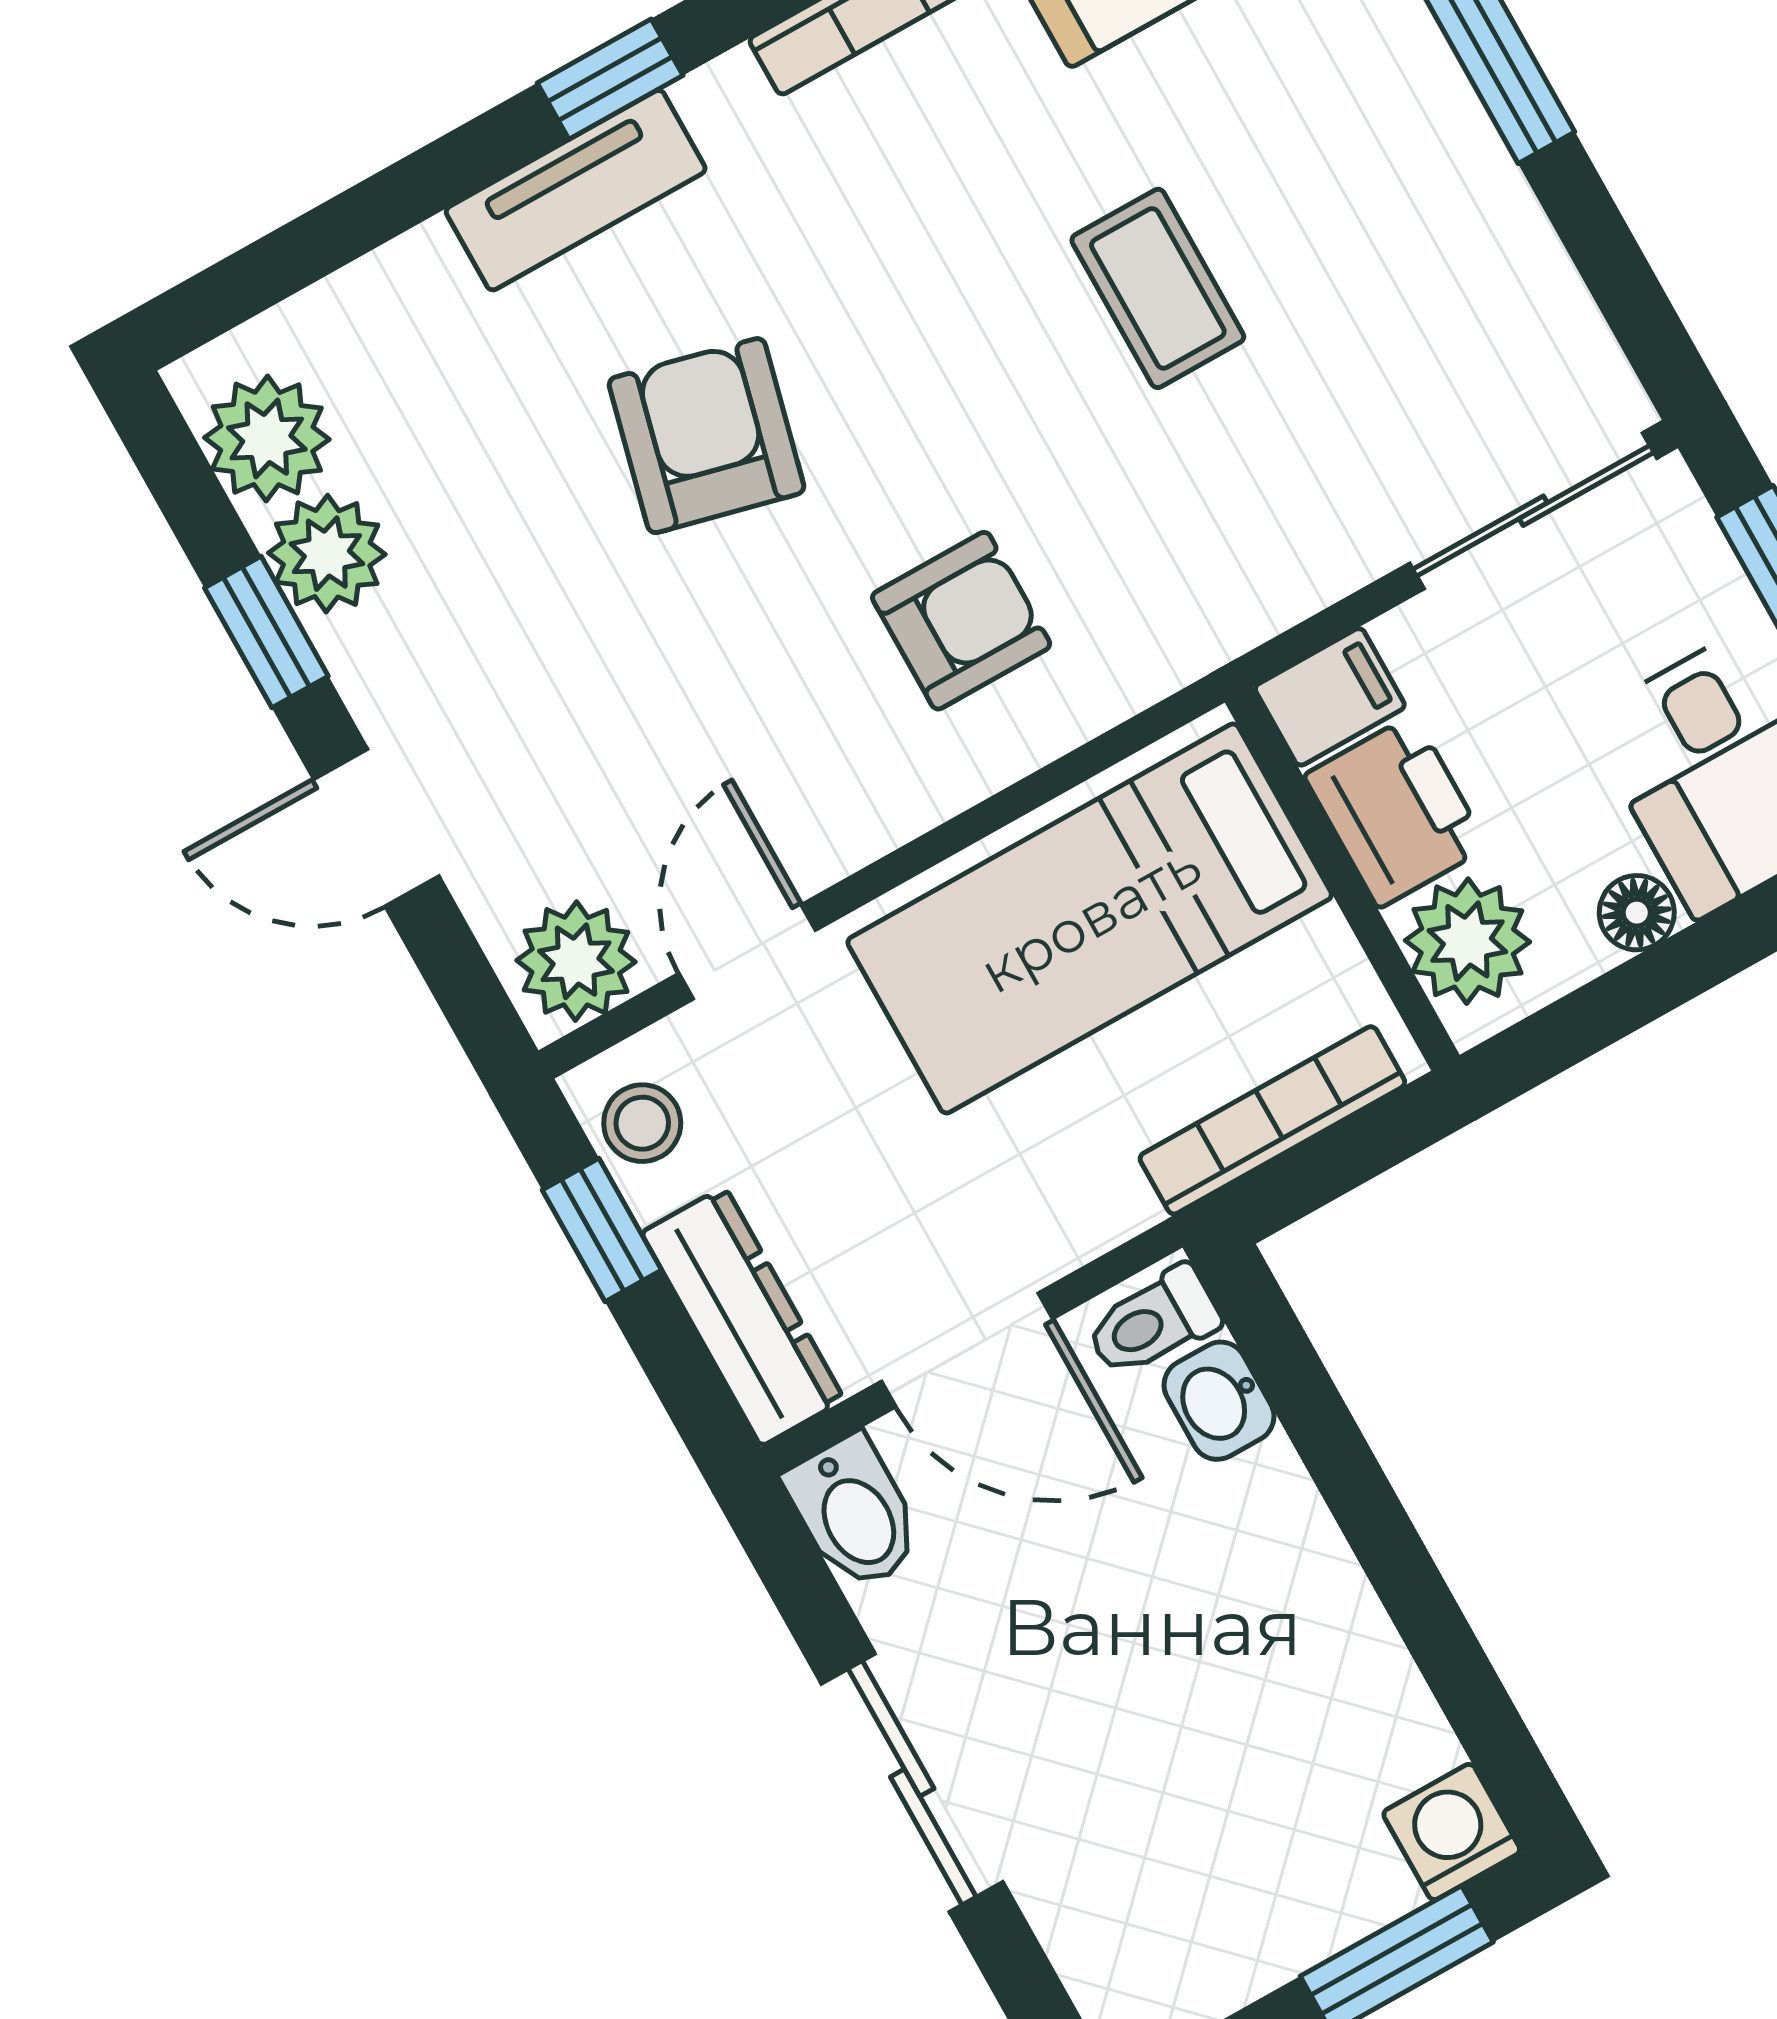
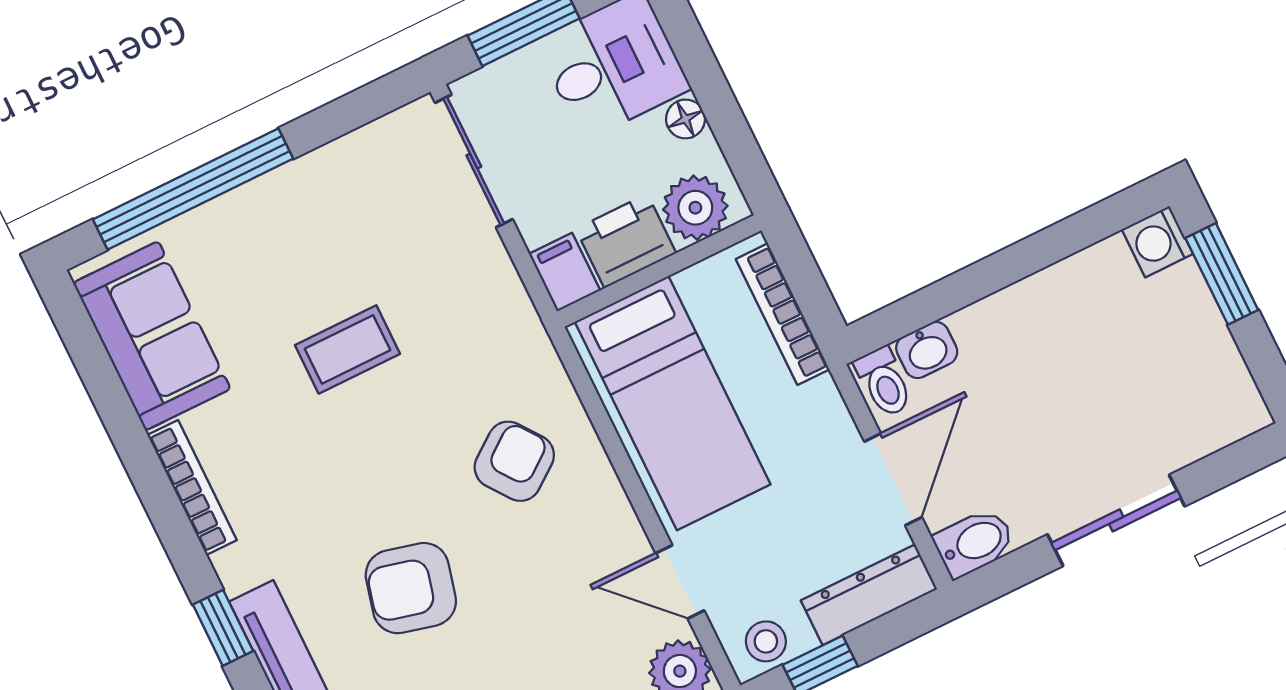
armchair: (961, 621) -> (514, 461), turned 53

